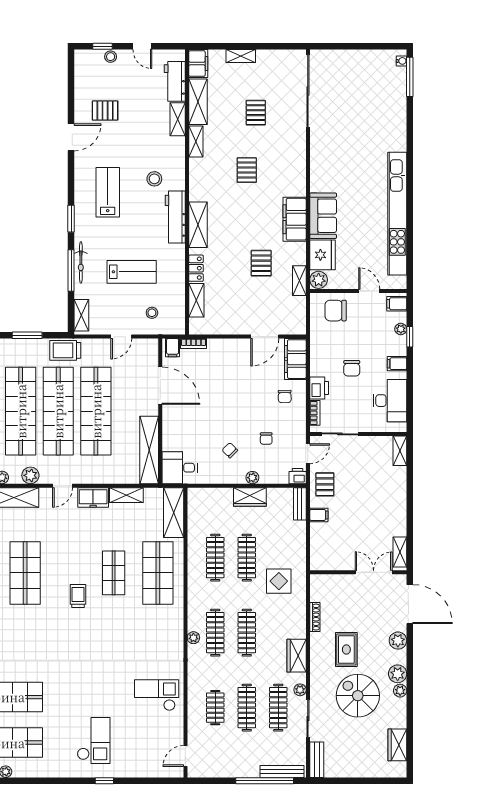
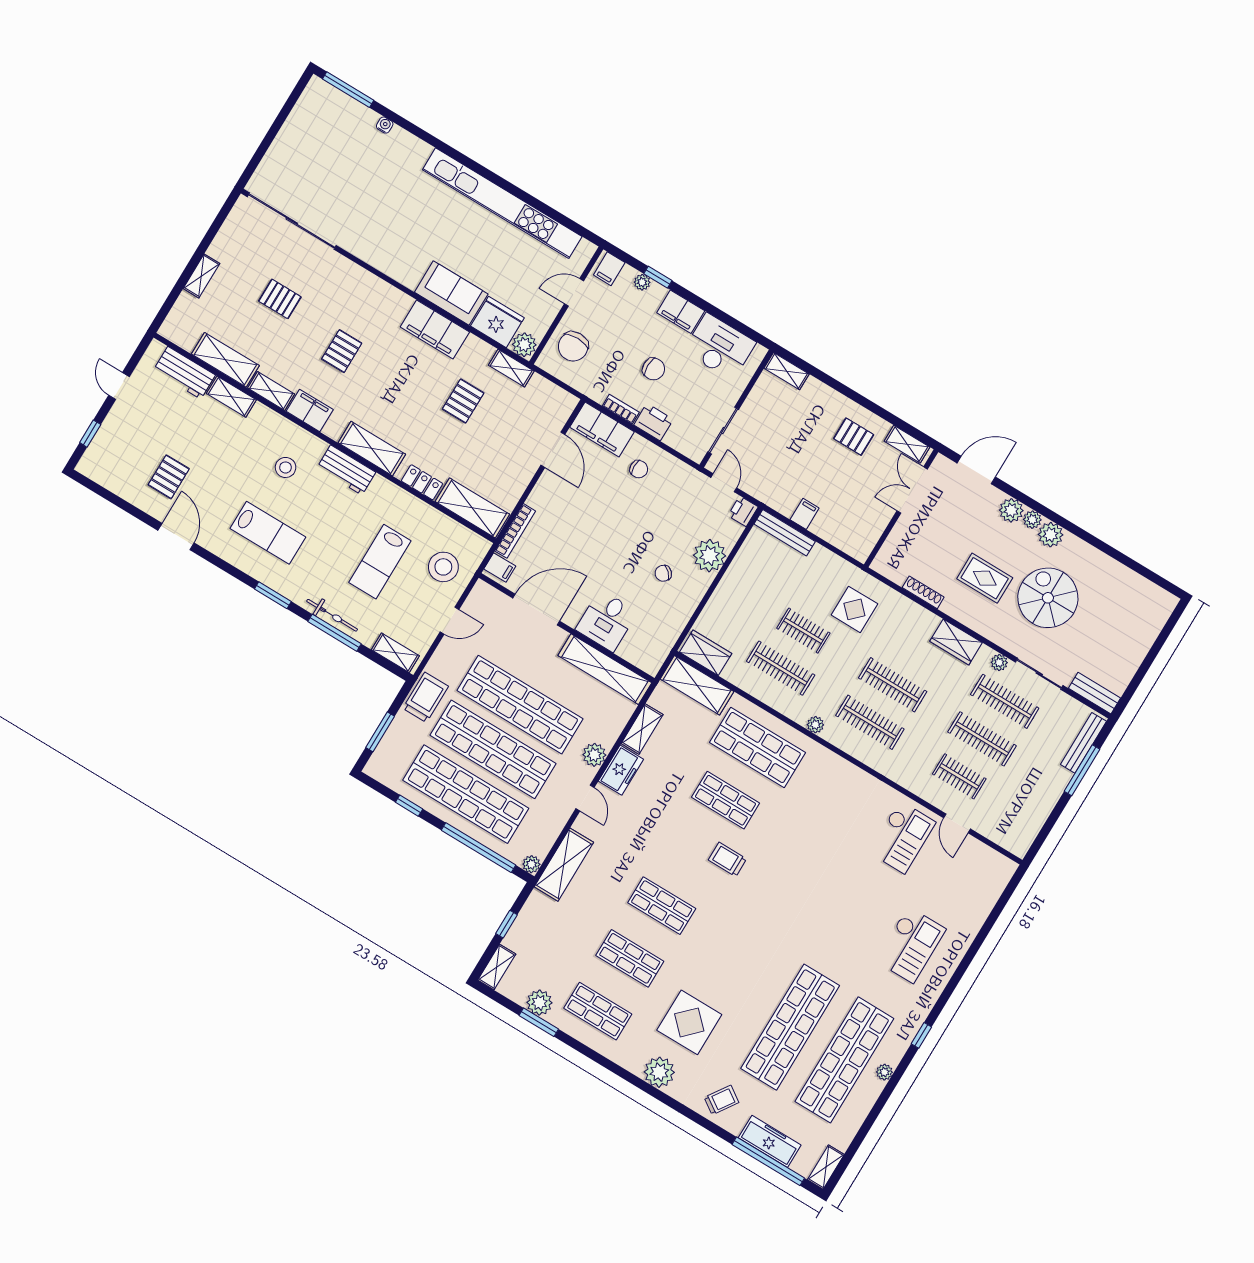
door: (142, 46) -> (119, 386), swing flipped
stool: (111, 57) -> (108, 431), removed
water cooler: (402, 61) -> (385, 125), moved
filing cabinet: (198, 64) -> (310, 410), moved
pallet: (247, 170) -> (342, 351), turned 90
lab bench: (108, 192) -> (268, 533), turned 180
workbench: (175, 217) -> (346, 470), width x0.73
pallet: (261, 263) -> (463, 401), turned 90
lab bench: (132, 272) -> (380, 562), turned 180
shelving: (196, 300) -> (472, 508), width x1.50, depth x1.33
stool: (152, 313) -> (443, 567), width x1.89, depth x1.89
door: (121, 337) -> (449, 621), hinge flipped
bookcase: (194, 344) -> (515, 531), width x1.56
trolley: (65, 350) -> (426, 697), turned 180
filing cabinet: (397, 364) -> (681, 312), width x2.00
bookcase: (315, 413) -> (621, 409), moved
chair: (266, 439) -> (676, 522), removed
desk: (180, 468) -> (607, 621), moved
plant: (30, 475) -> (594, 755), moved
plant: (252, 478) -> (710, 556), width x1.88, depth x1.88
pallet: (325, 484) -> (854, 437), moved
wardrobe: (250, 497) -> (706, 653), moved, turned -90
bench: (300, 504) -> (785, 533), width x1.36
clothes rail: (247, 558) -> (803, 631), width x0.73
shop shelf: (25, 573) -> (662, 906), width x0.70, depth x0.74
door: (410, 604) -> (976, 470), width x0.73
plant: (193, 638) -> (815, 725), moved
plant: (400, 691) -> (1032, 520), moved
checkout: (157, 695) -> (902, 837), turned 180
spiral stairs: (358, 696) -> (1048, 598), turned 90
checkout: (94, 740) -> (911, 945), turned 90
wardrobe: (397, 745) -> (1135, 586), removed
door: (185, 756) -> (957, 823), moved
window: (104, 781) -> (921, 1035), moved
window: (265, 781) -> (1082, 770), width x0.68

